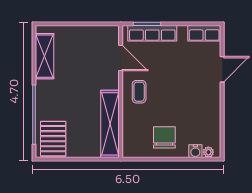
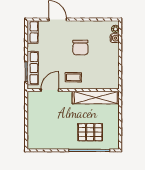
shelving: (45, 56) -> (49, 143), removed
chair: (164, 137) -> (80, 48), moved, turned -90
pallet: (53, 139) -> (90, 132), moved

